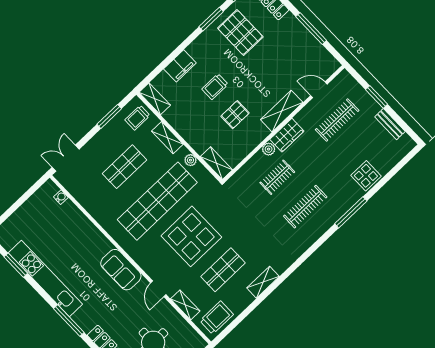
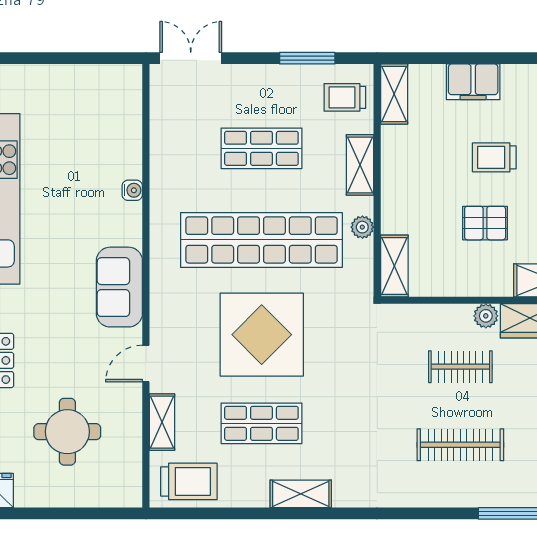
water cooler: (61, 197) -> (132, 190), moved

